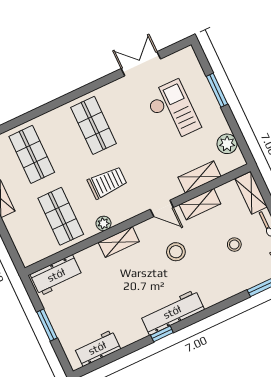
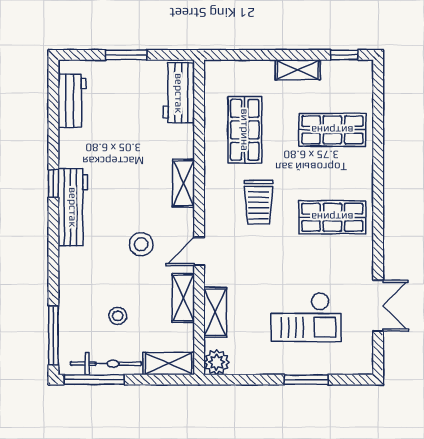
plant: (227, 144) -> (217, 362), moved
shop shelf: (61, 216) -> (245, 130), turned 90
plant: (103, 223) -> (213, 176), removed

